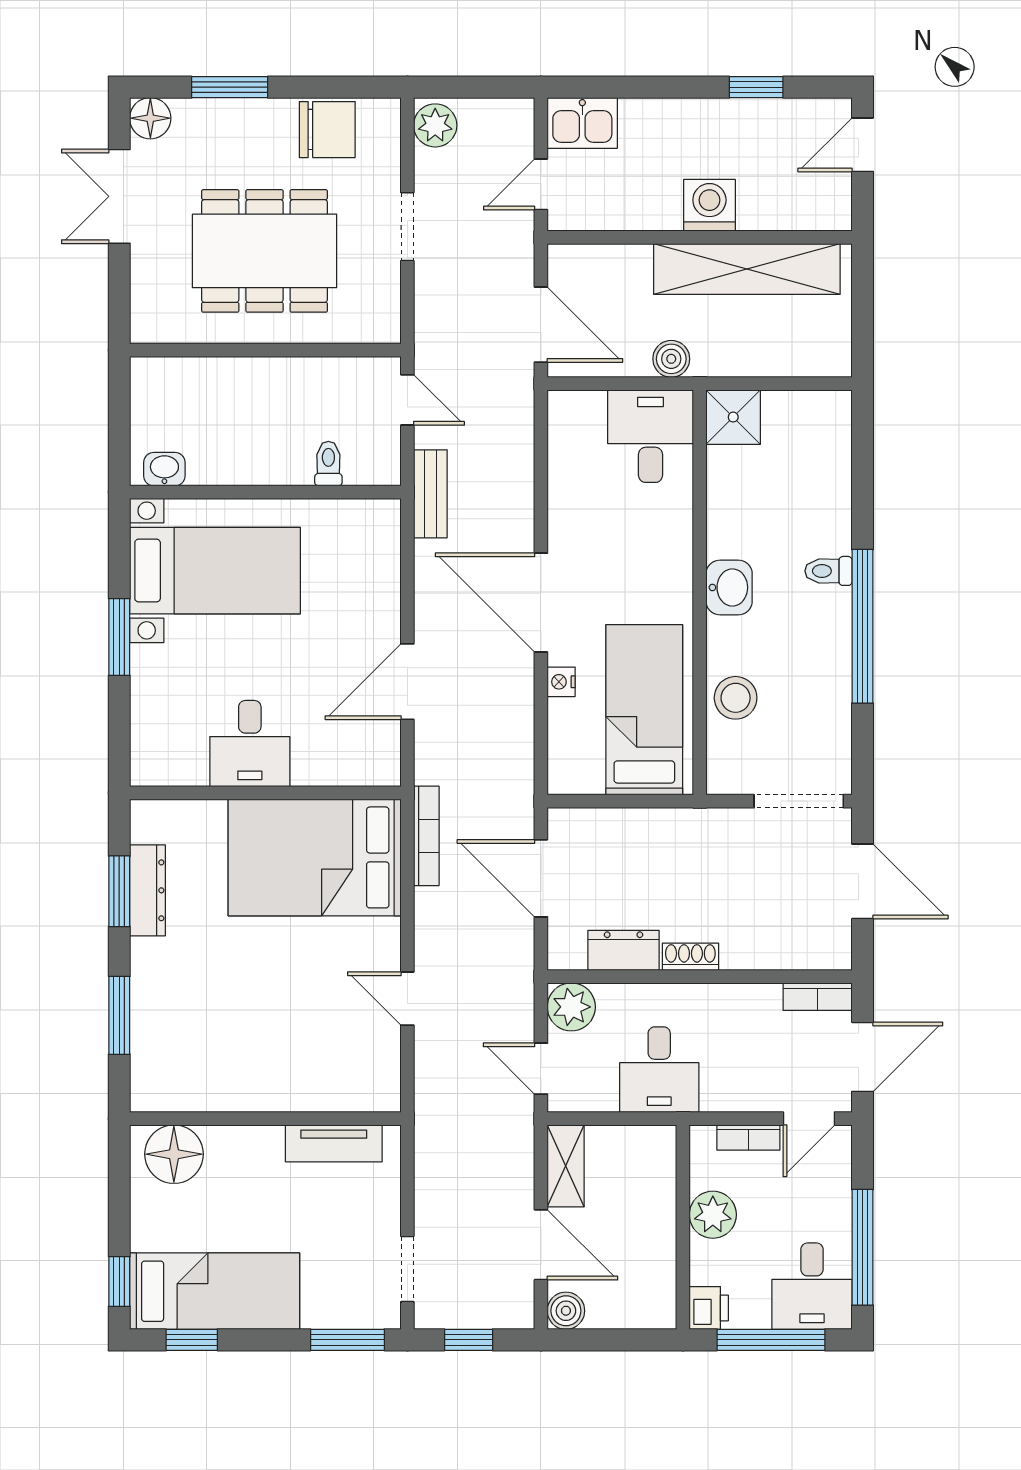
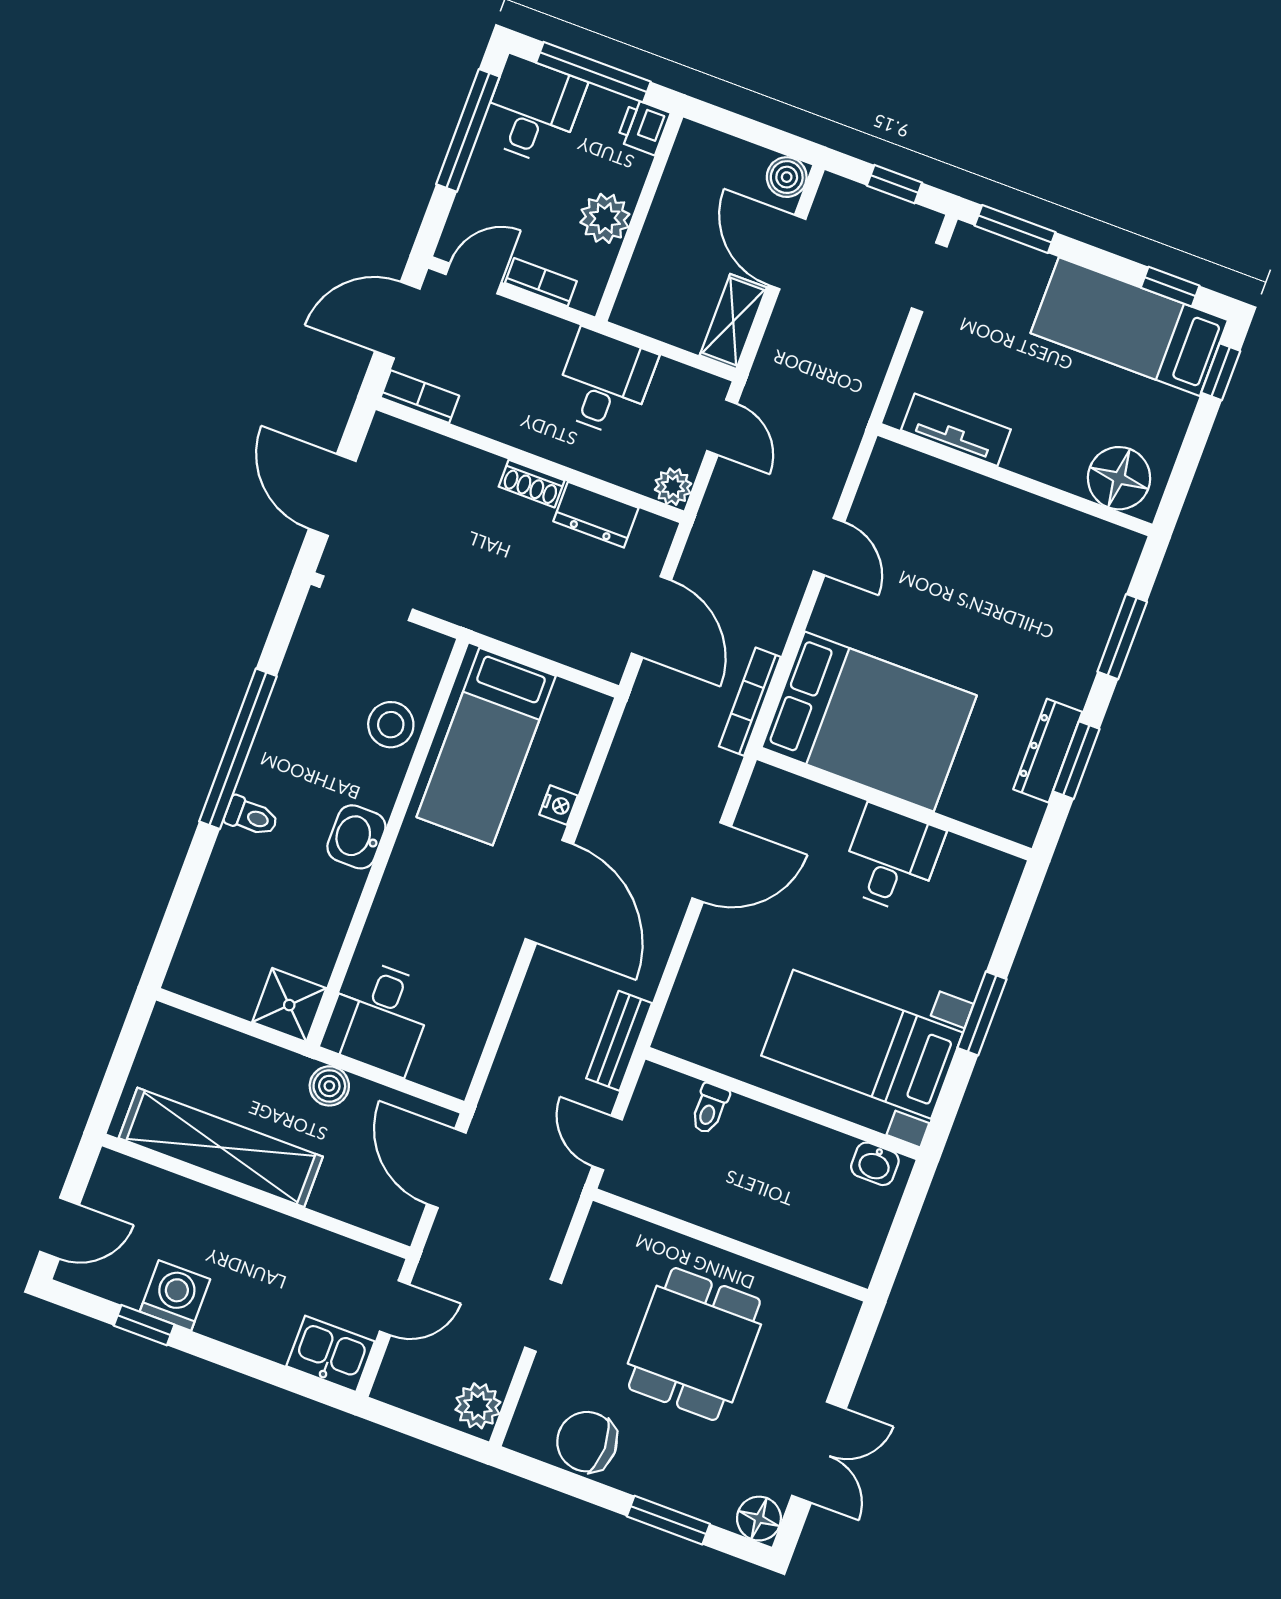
washing machine: (709, 205) -> (175, 1295), moved, turned 180
dining table: (264, 251) -> (694, 1344), width x0.73
plant: (571, 1007) -> (673, 487), width x0.73, depth x0.73

